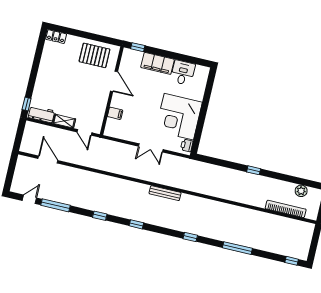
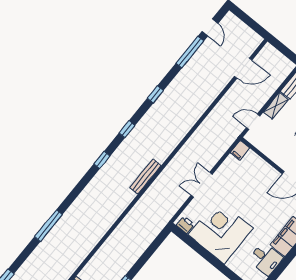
filing cabinet: (115, 113) -> (240, 150), moved
window: (190, 237) -> (102, 160), moved

